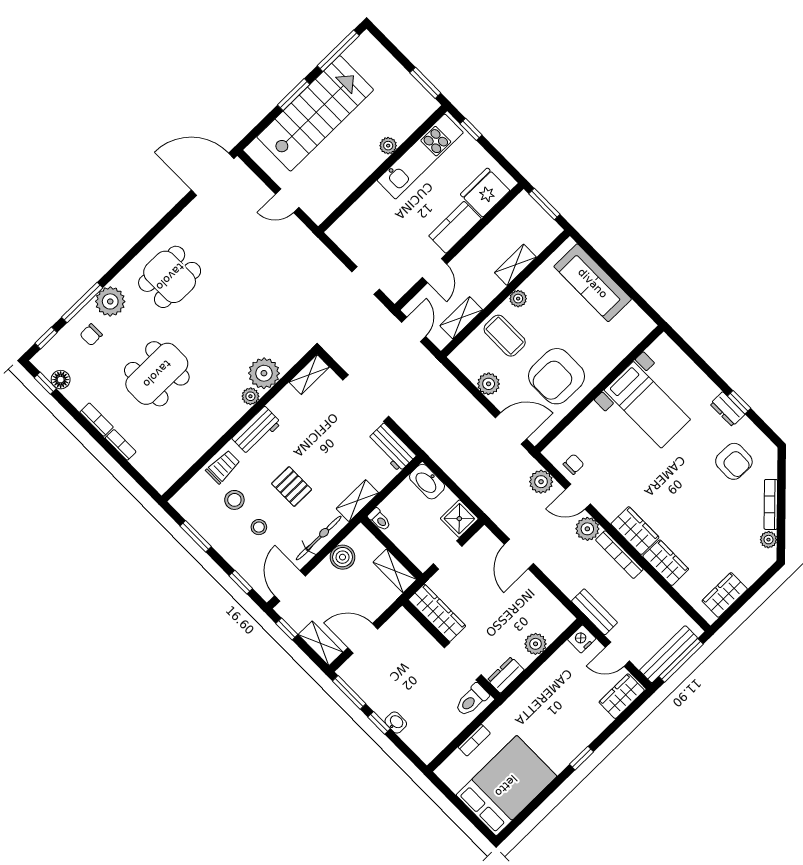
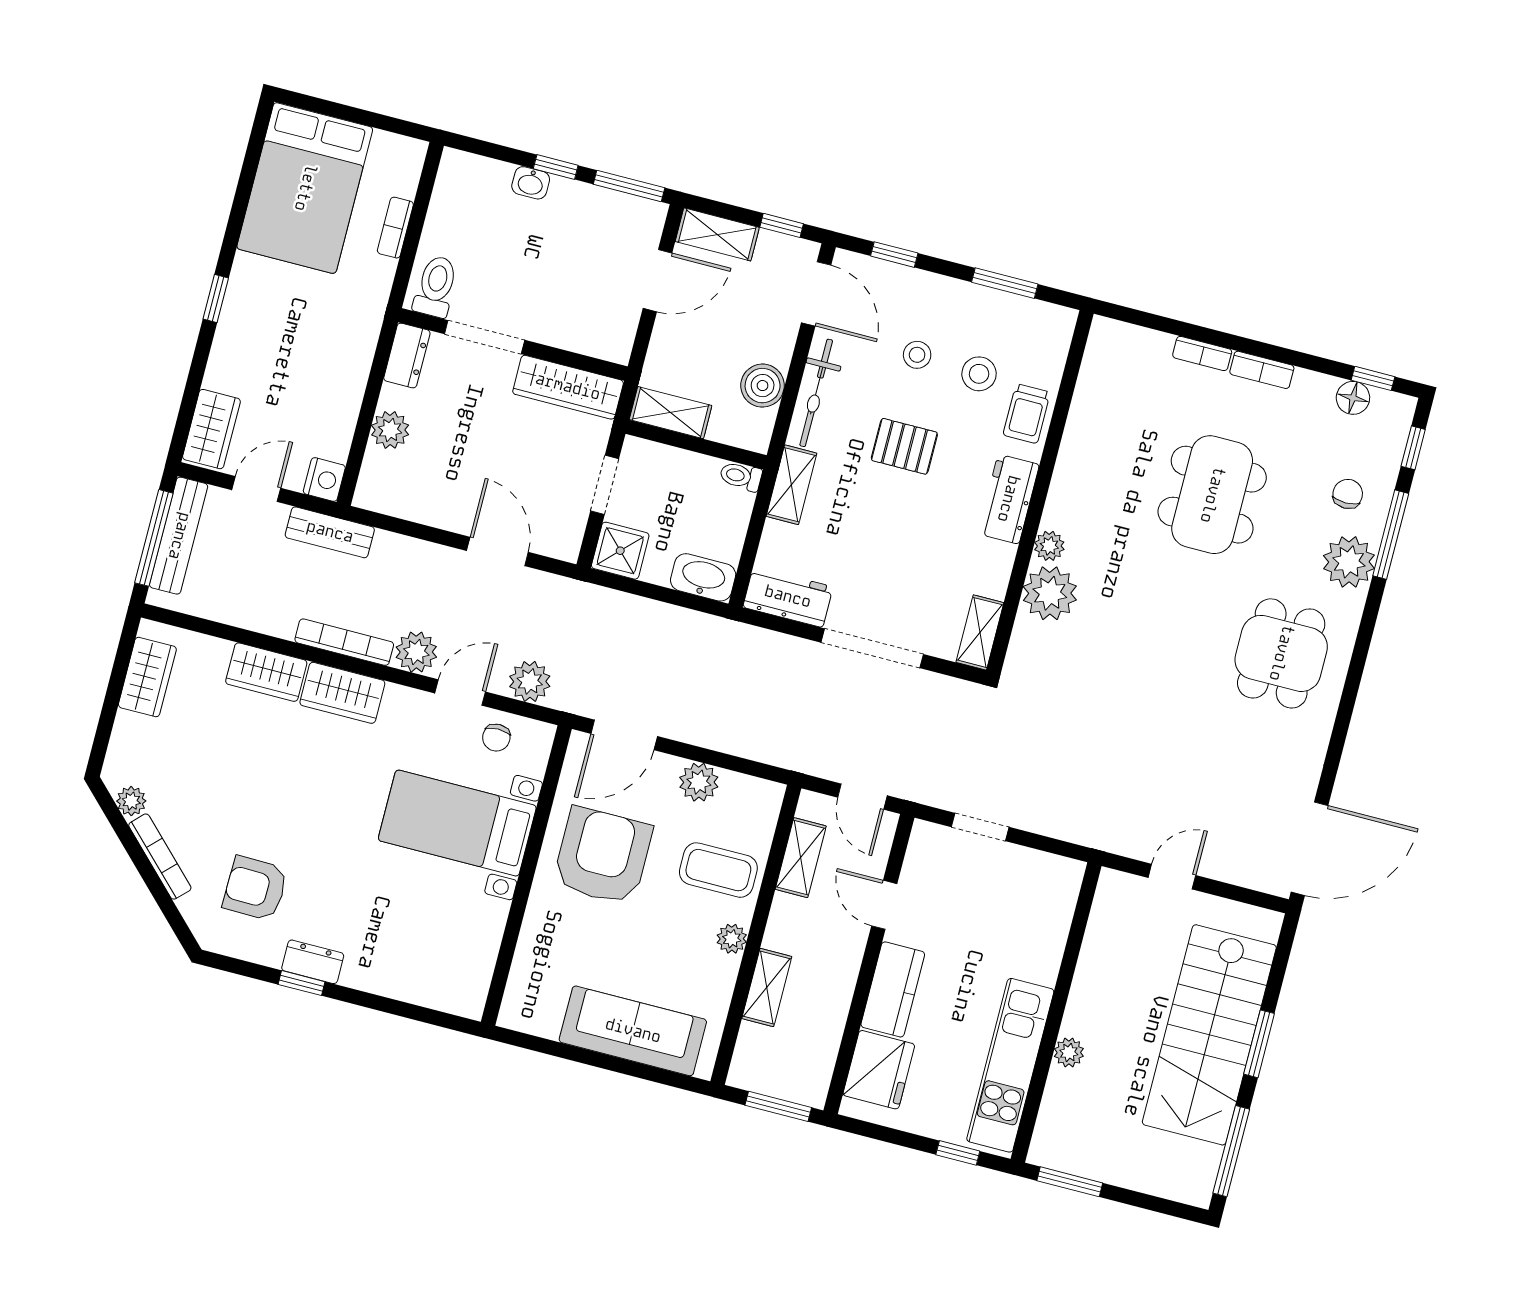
bed with nightstands: (647, 405) -> (457, 823), moved

